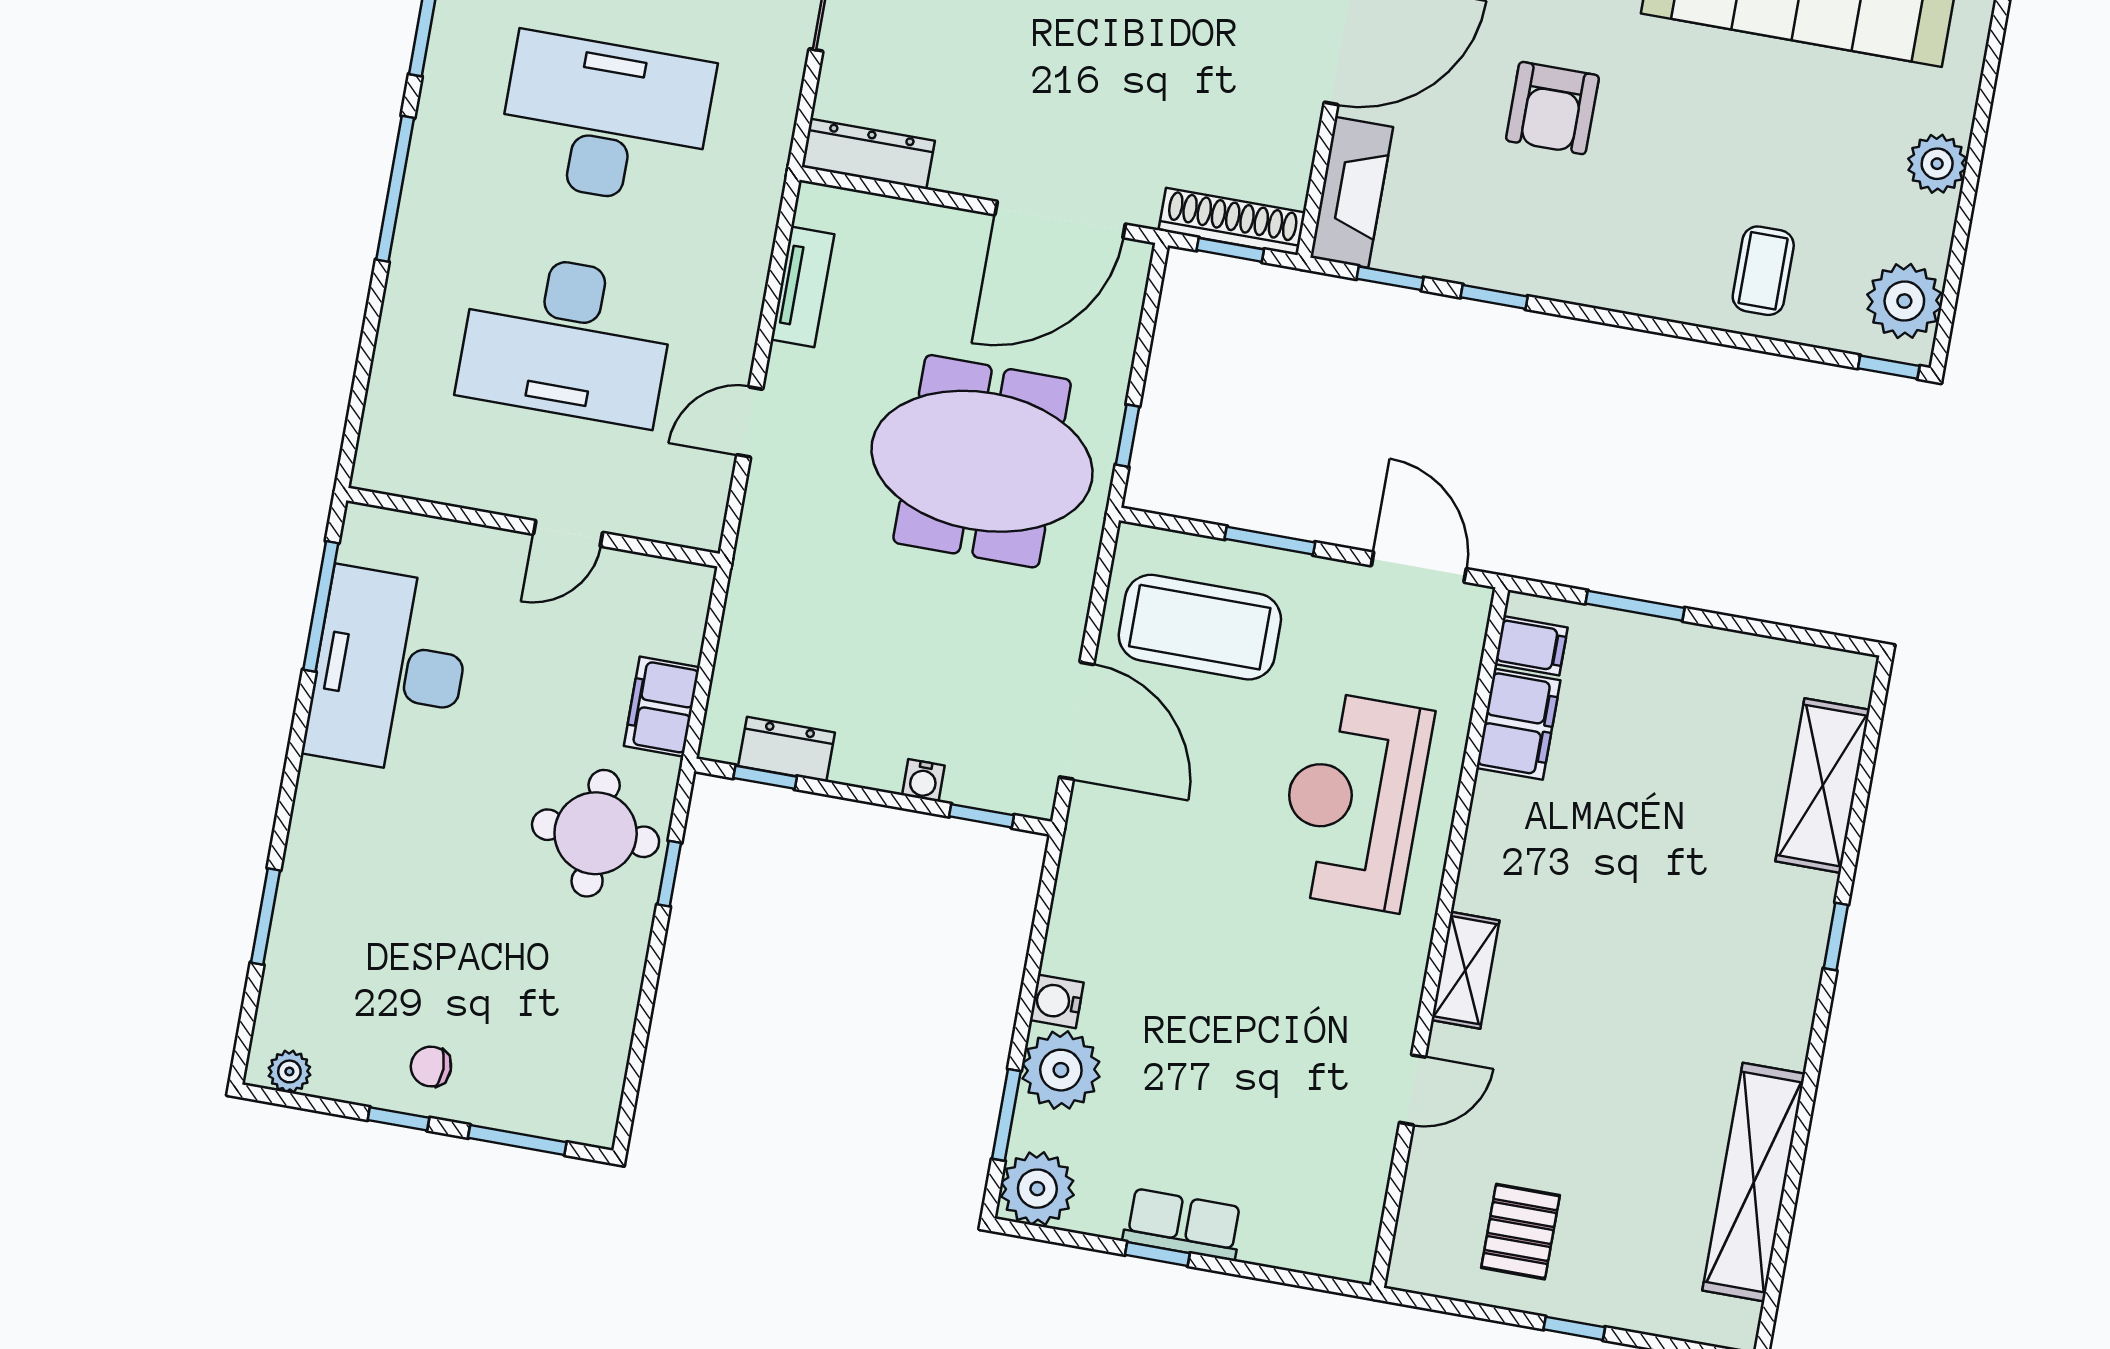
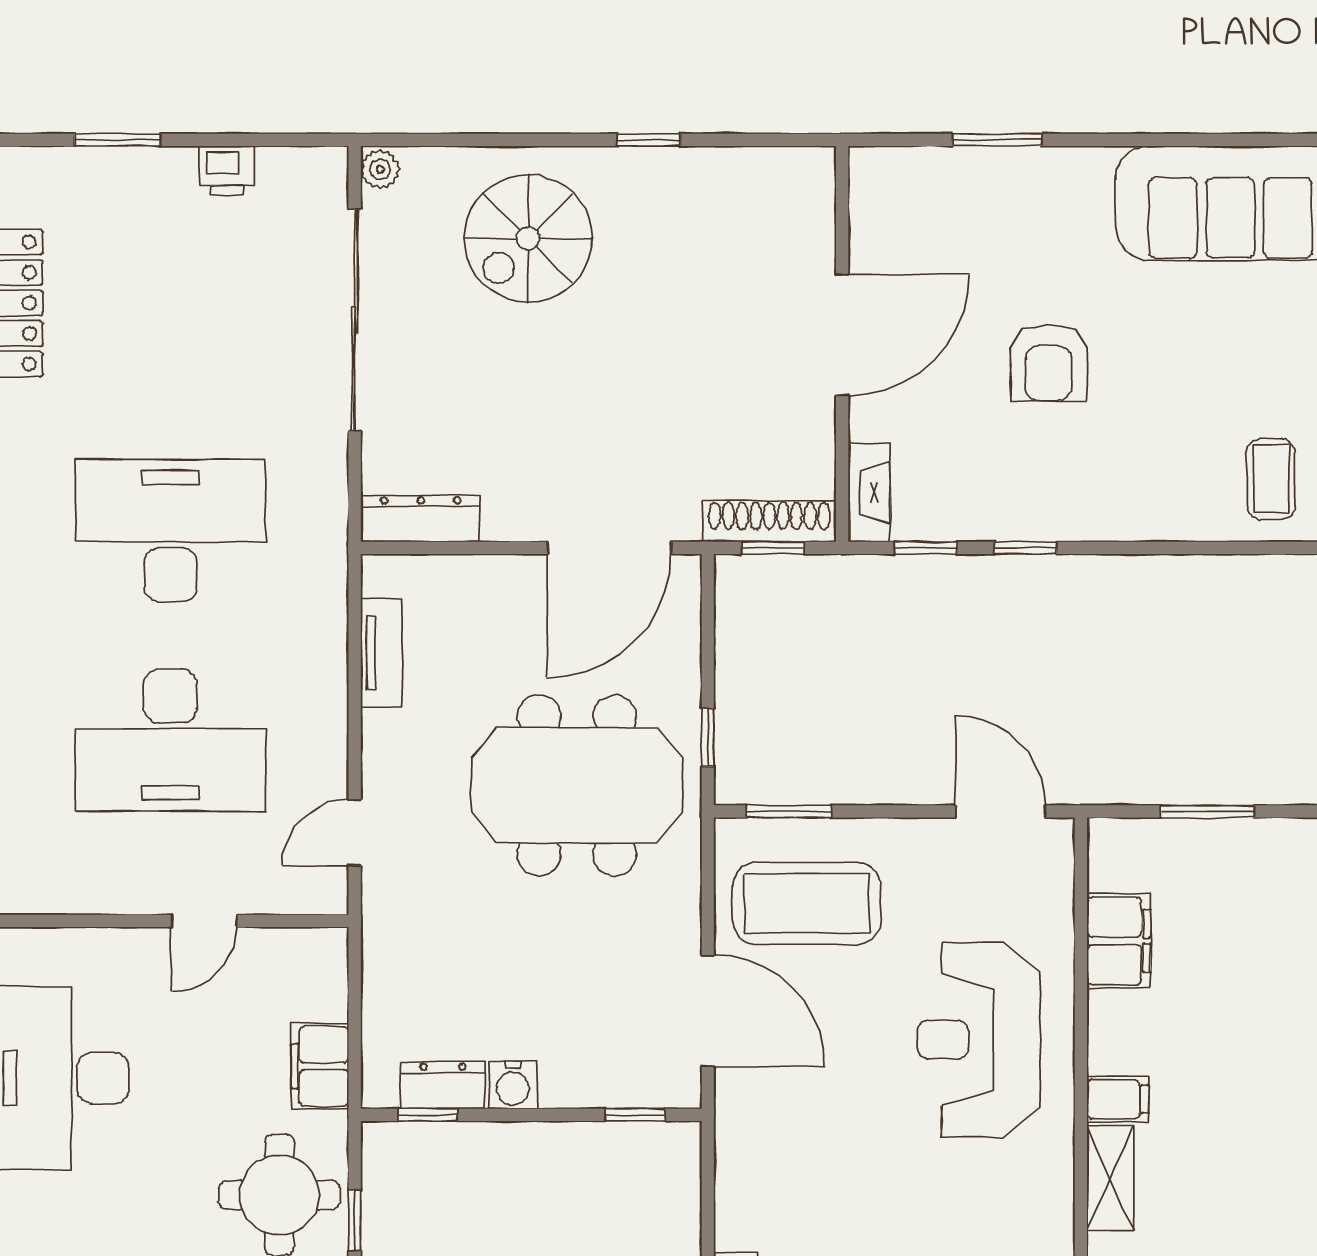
fireplace: (1352, 192) -> (869, 492), width x0.73, depth x0.76
door: (750, 422) -> (355, 833), moved
window: (1270, 541) -> (789, 811), moved
filing cabinet: (1531, 646) -> (1118, 1099), moved
water cooler: (923, 780) -> (513, 1085), moved, width x1.38, depth x1.38

